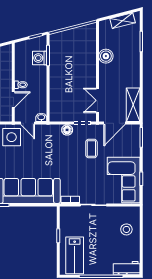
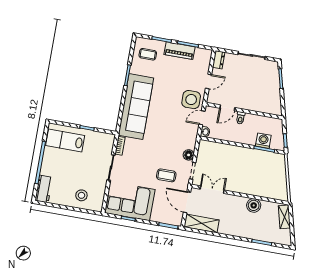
shelving: (123, 21) -> (284, 217), moved
door: (13, 100) -> (227, 108), hinge flipped

